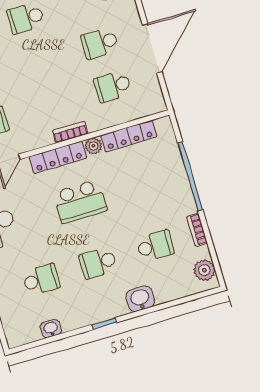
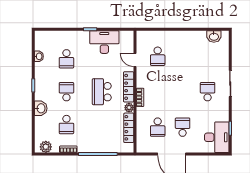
school desk: (113, 86) -> (158, 127), turned 180

